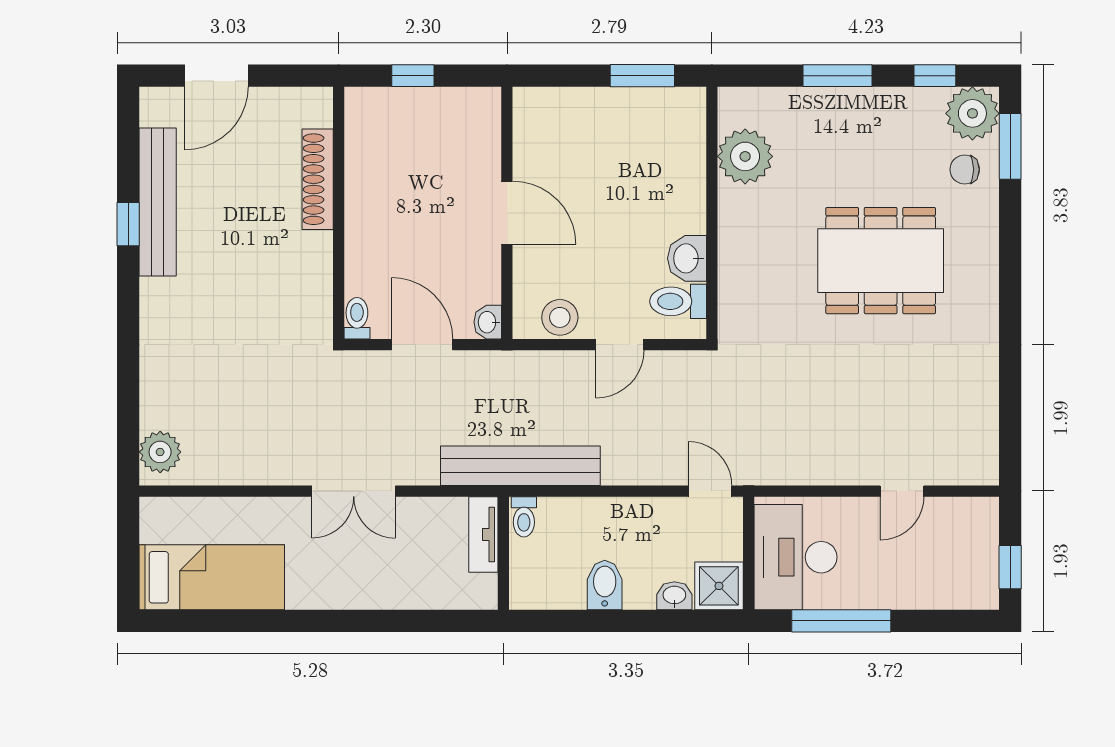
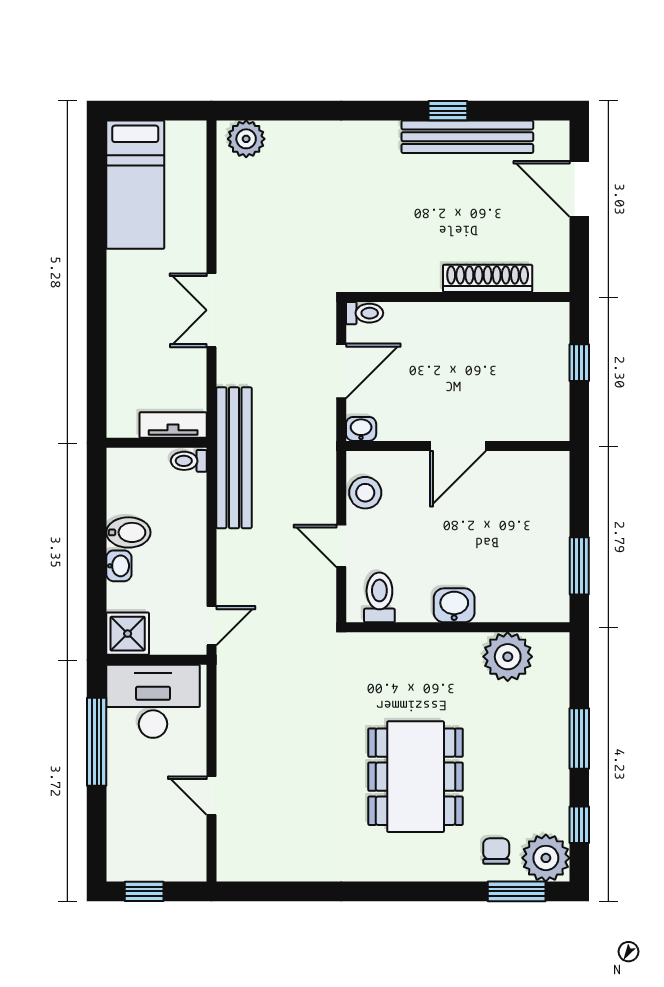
washbasin: (687, 258) -> (454, 605), moved
washbasin: (674, 596) -> (119, 566), moved

